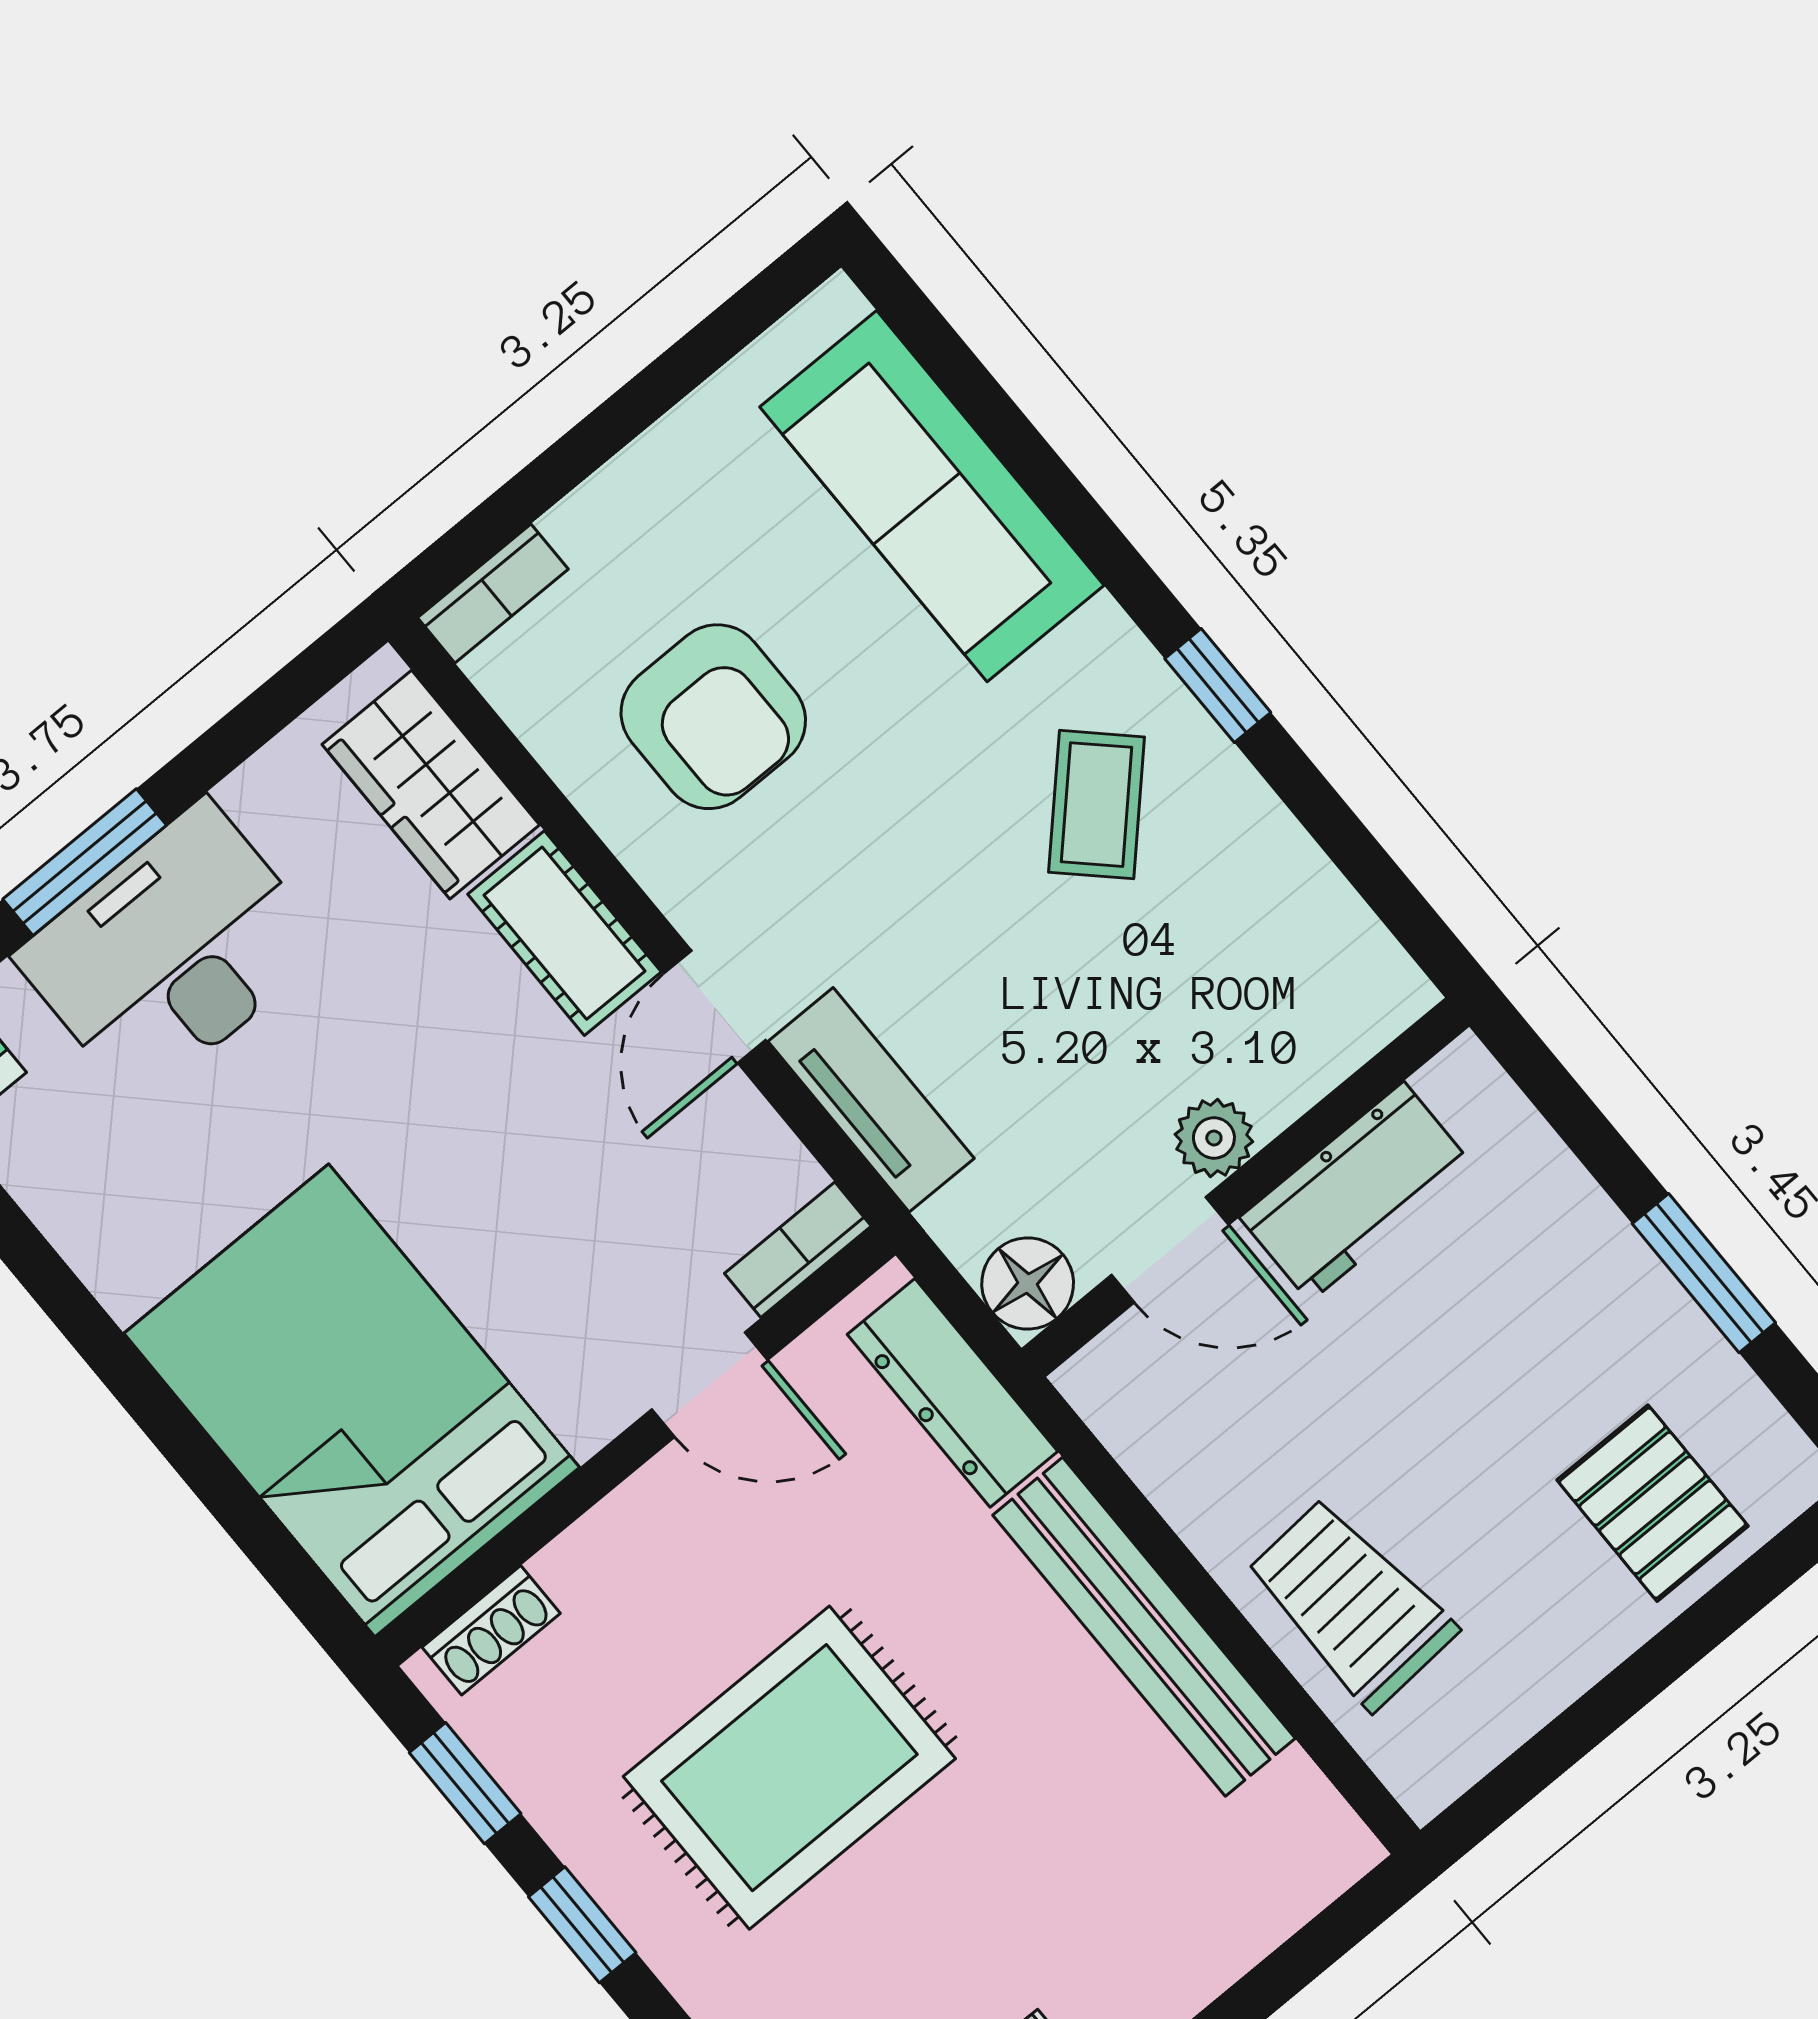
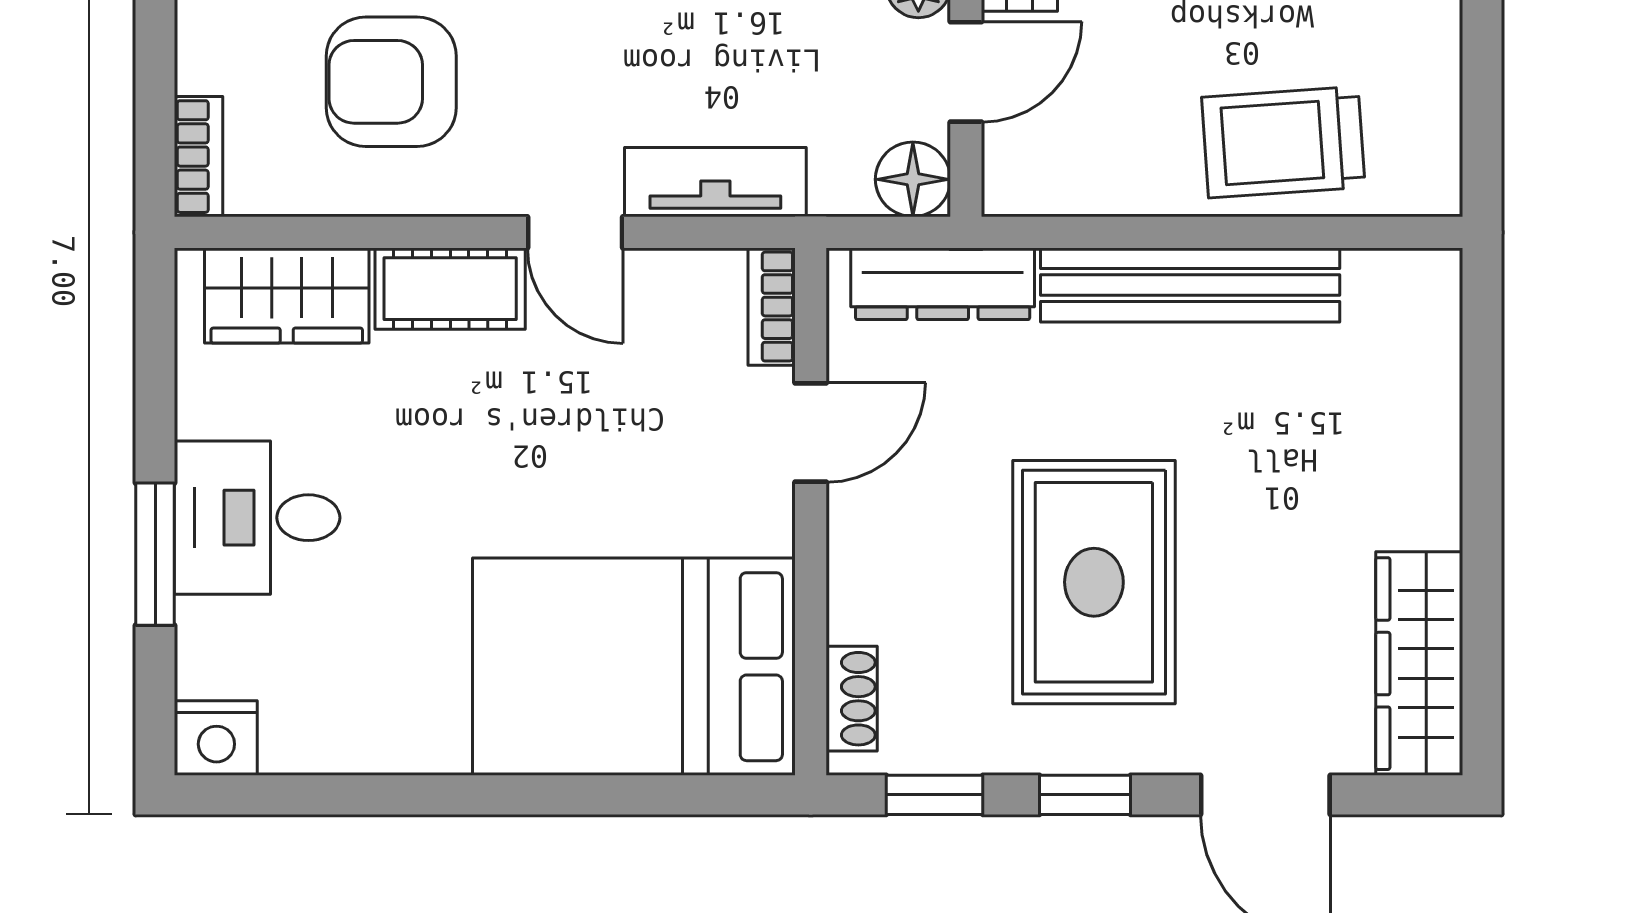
armchair: (713, 717) -> (391, 82), turned 180
desk: (172, 952) -> (257, 518), width x0.73

